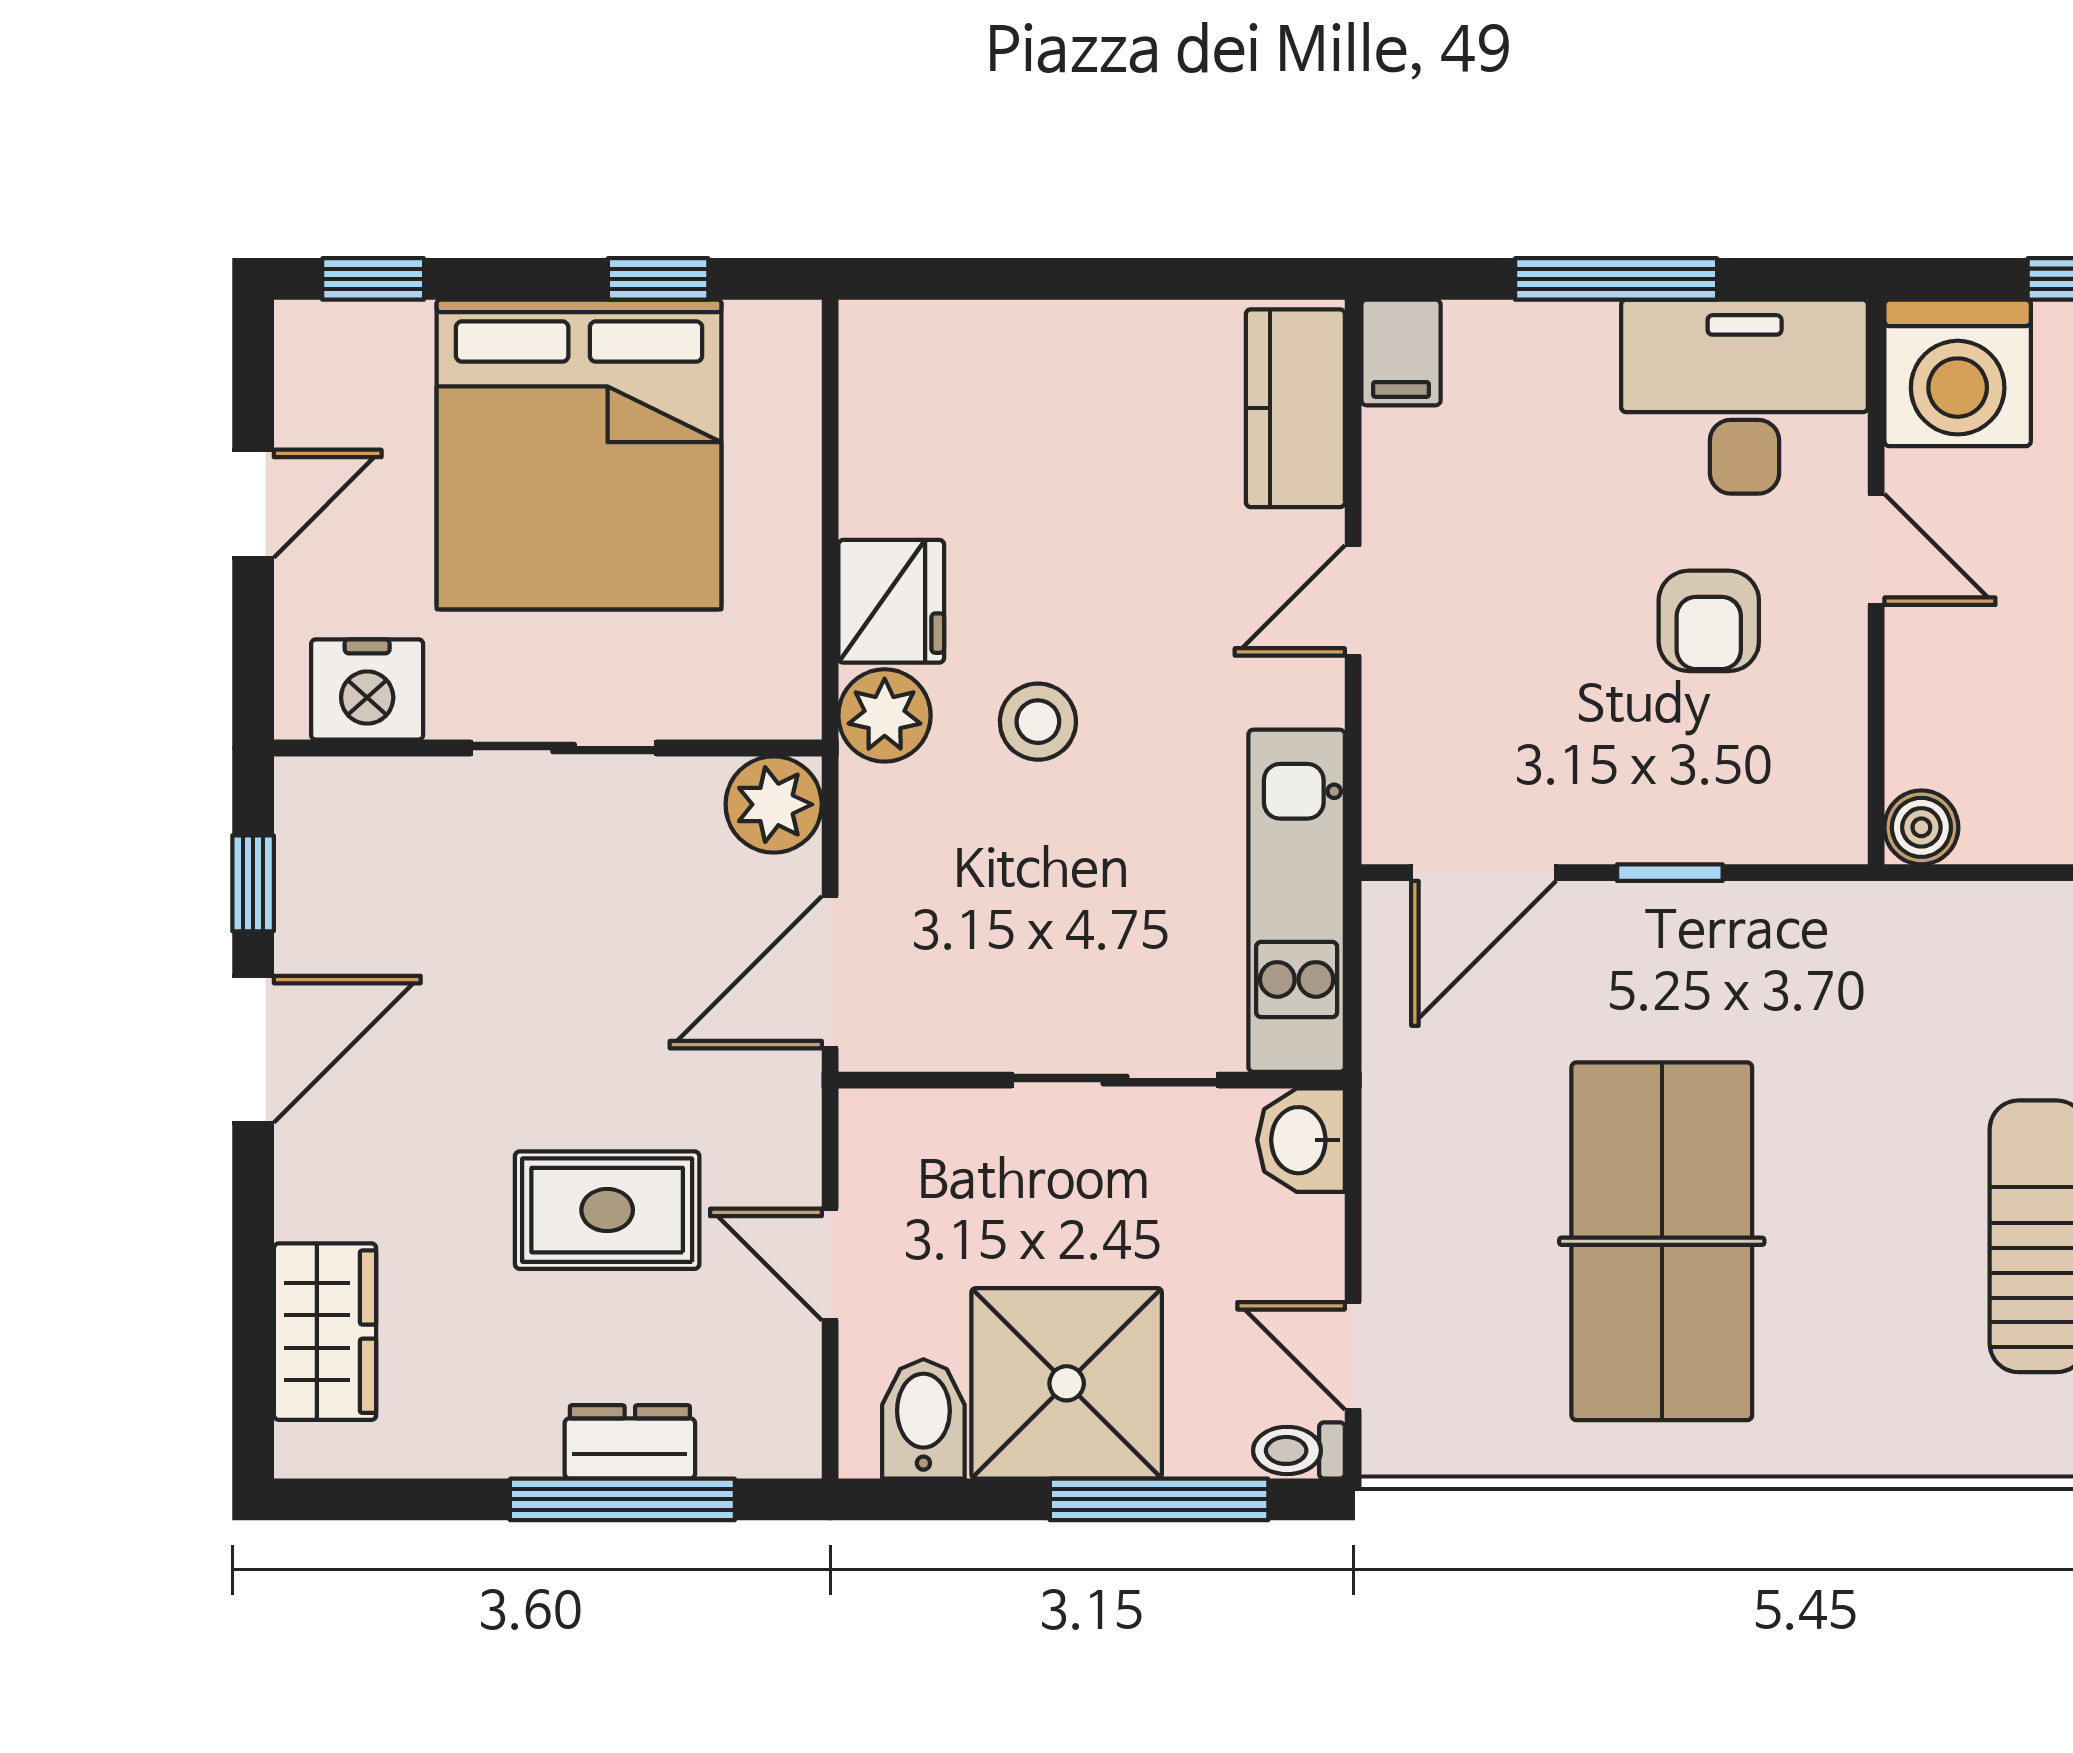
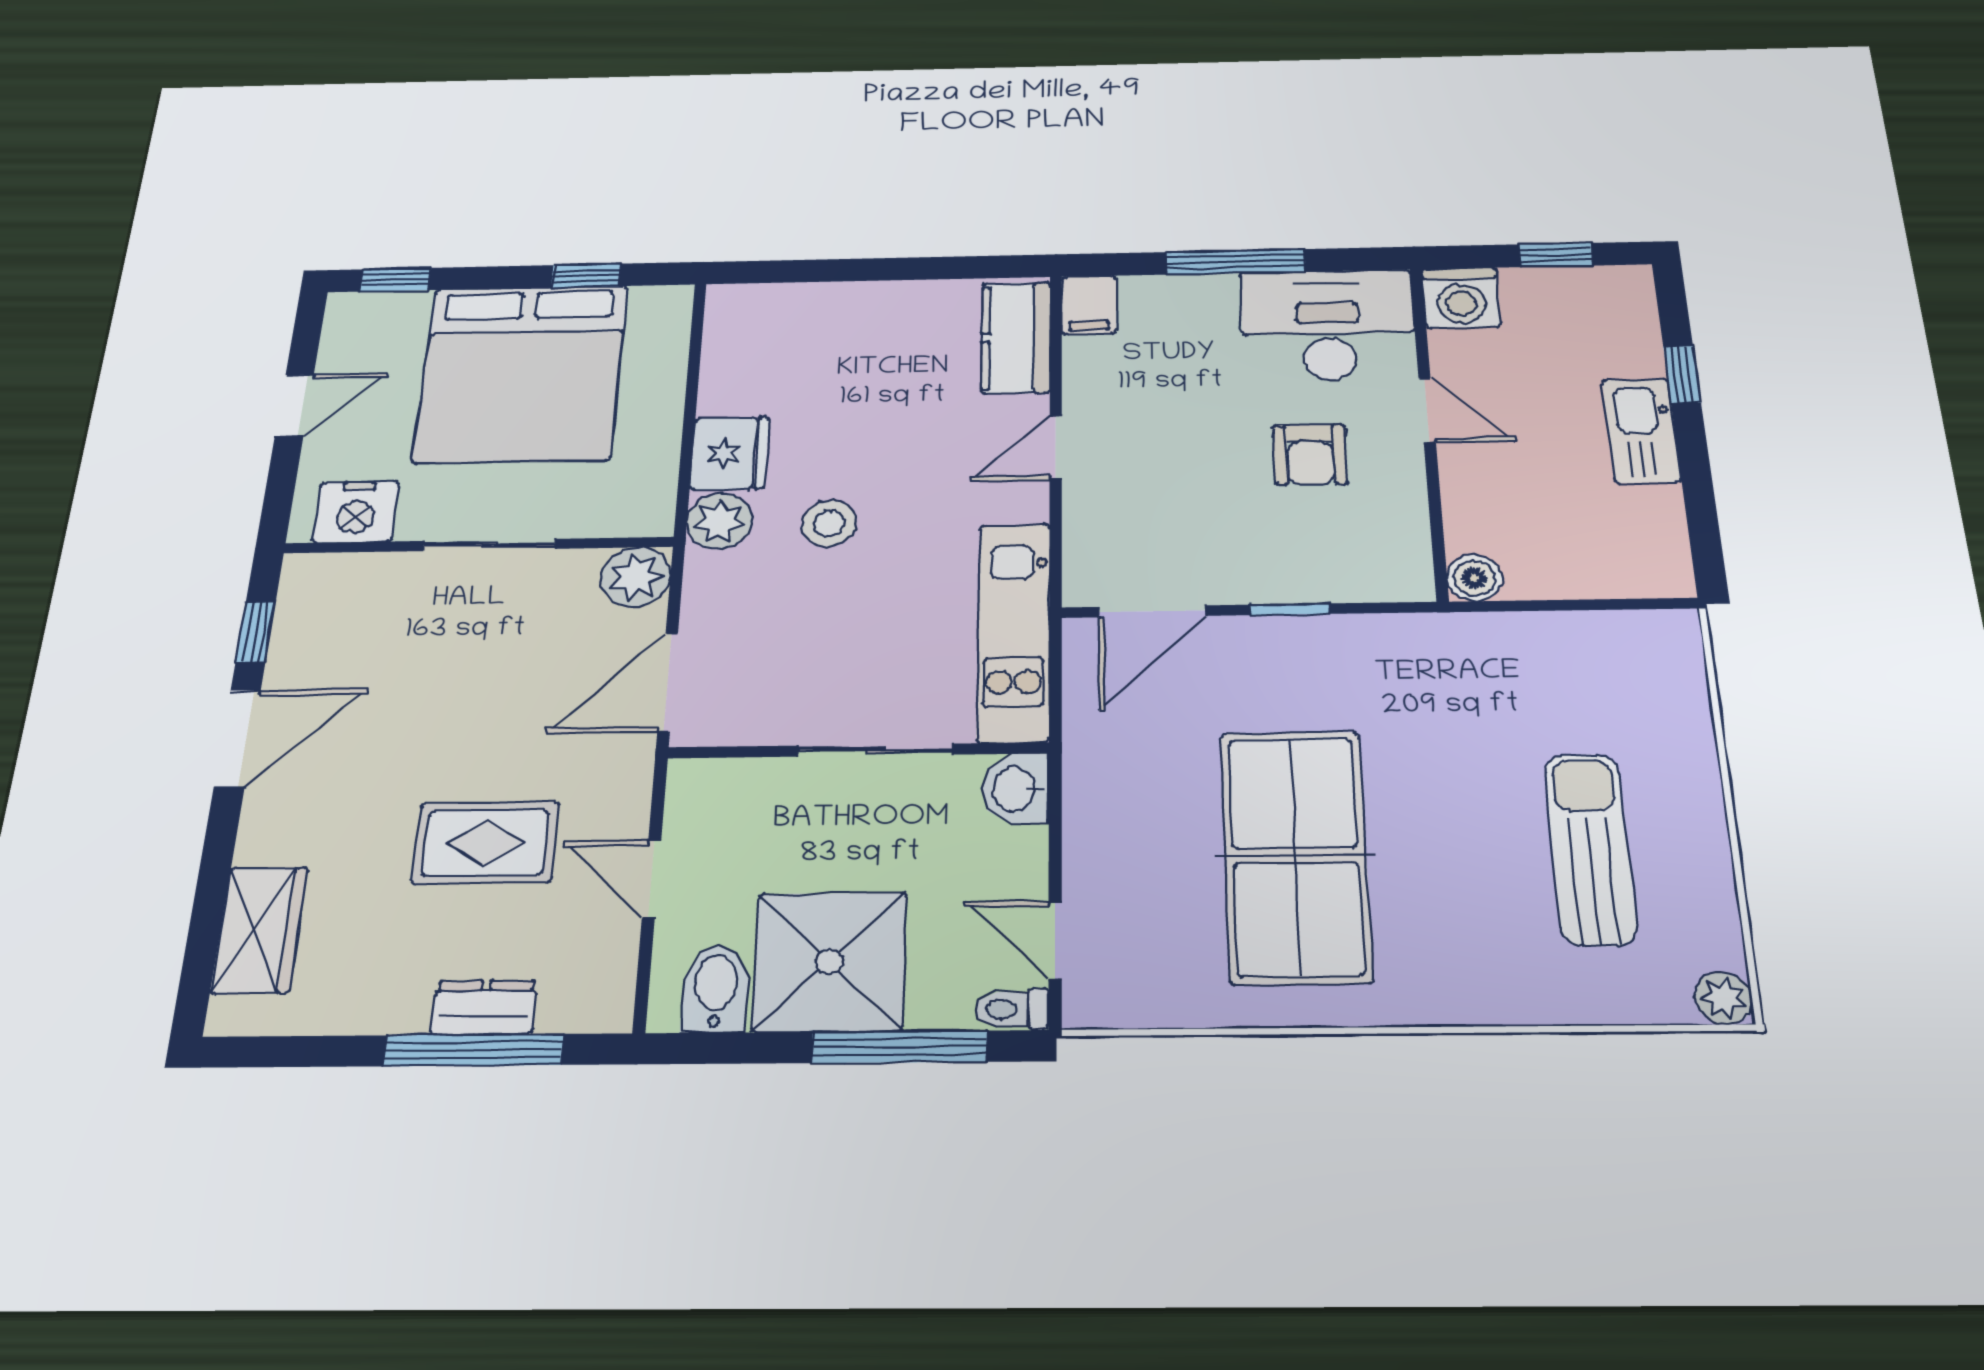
washing machine: (1958, 373) -> (1461, 298), width x0.73, depth x0.73

